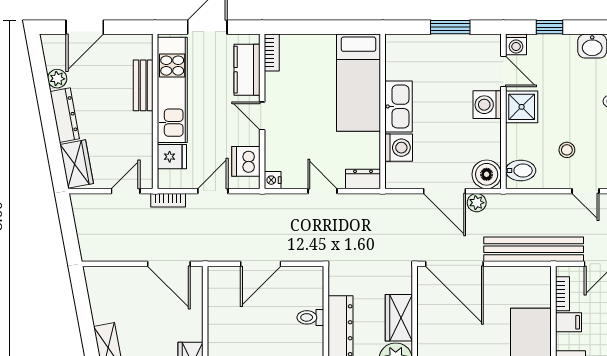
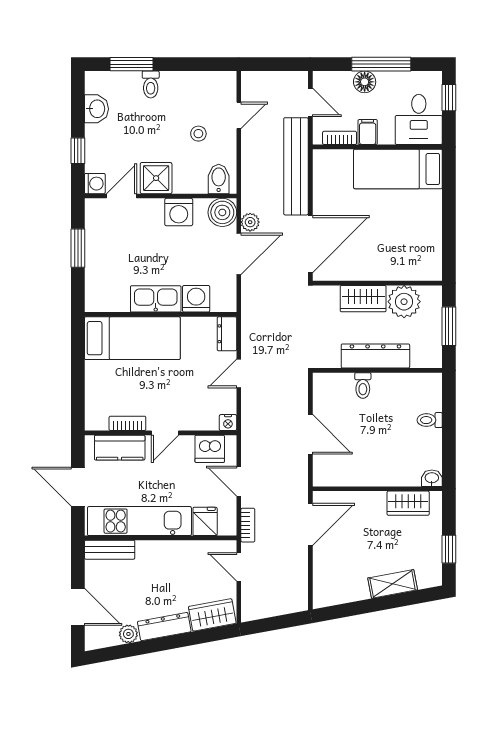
bookcase: (272, 53) -> (127, 423), moved
bench: (143, 85) -> (110, 550), moved
washing machine: (487, 105) -> (179, 212), moved

